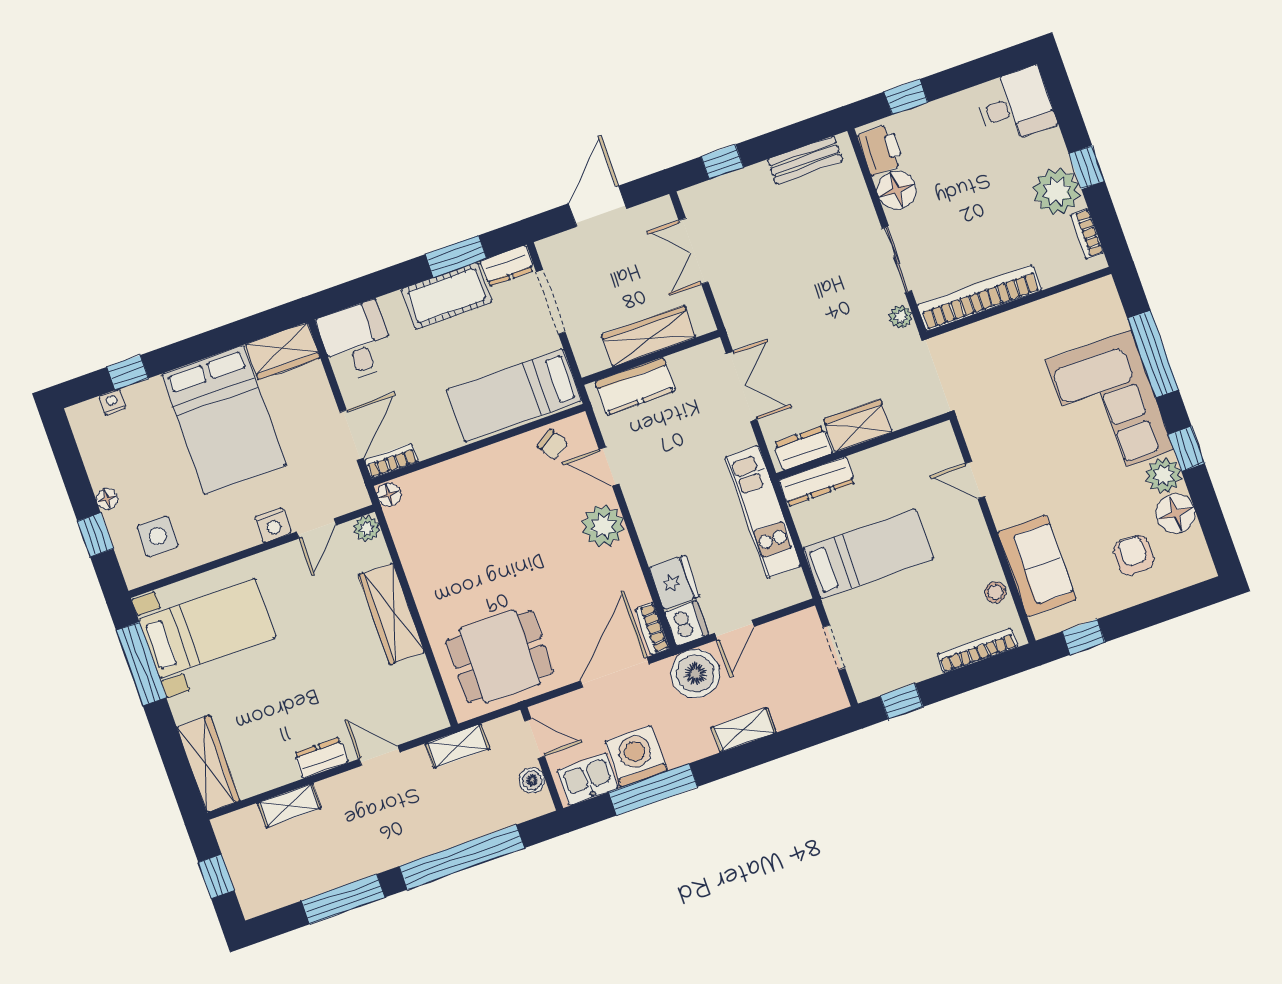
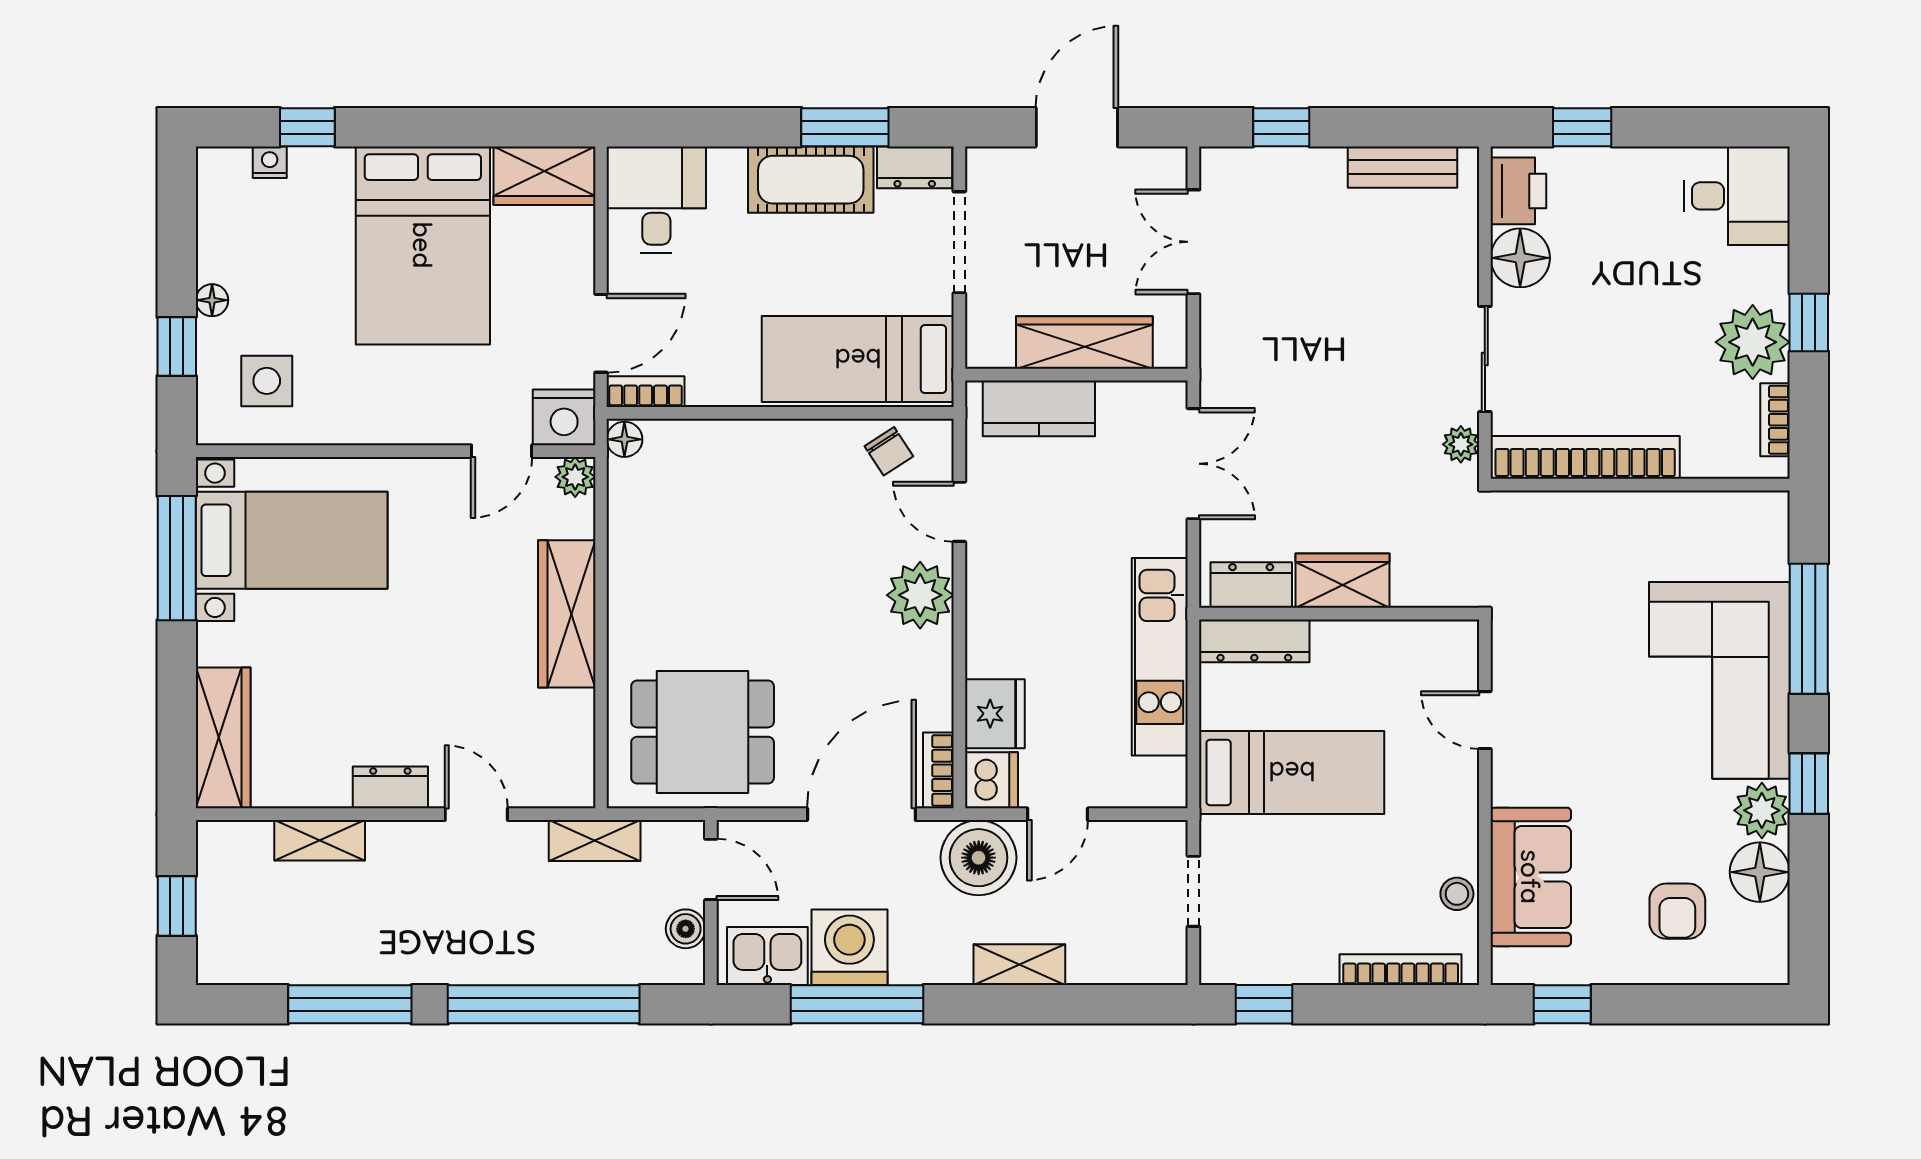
nightstand: (273, 525) -> (564, 417), moved, width x1.36, depth x1.33
armchair: (1134, 555) -> (1677, 911), turned 180

